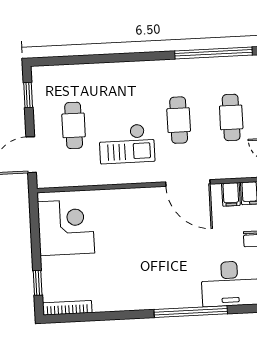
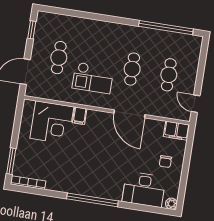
filing cabinet: (231, 194) -> (80, 116), moved
corner desk: (66, 227) -> (52, 123), moved, turned 90
window: (38, 283) -> (11, 161), width x1.50
window: (191, 312) -> (92, 200), moved

